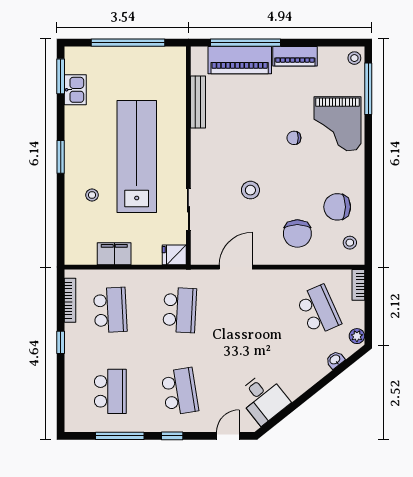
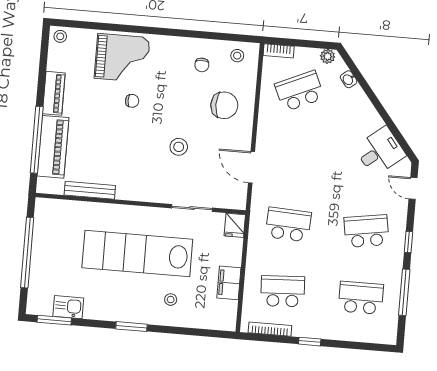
window: (368, 89) -> (91, 25), removed
chair: (294, 138) -> (132, 101), turned -90
chair: (337, 207) -> (202, 65), width x0.54, depth x0.54

